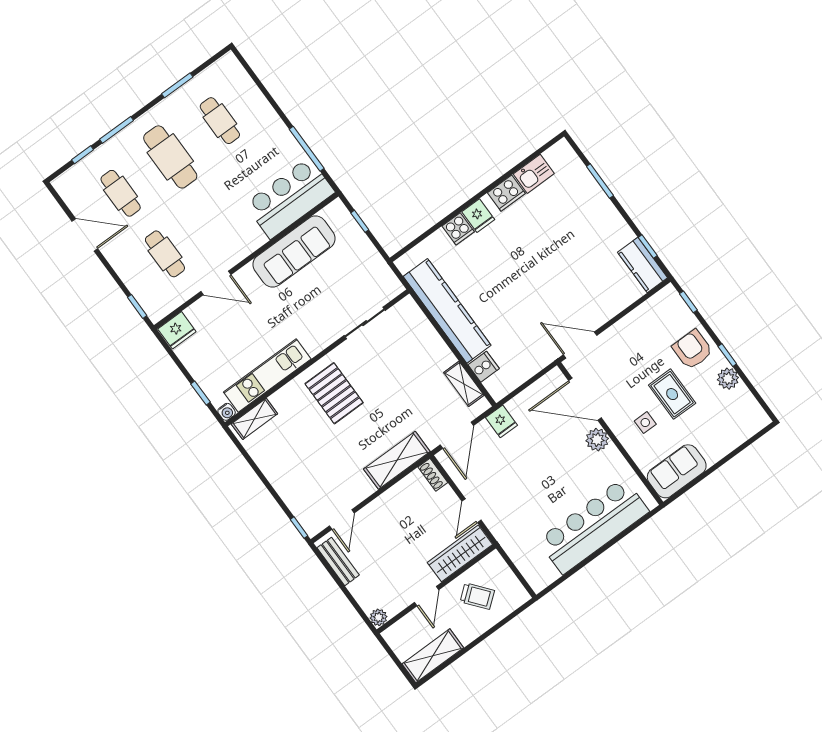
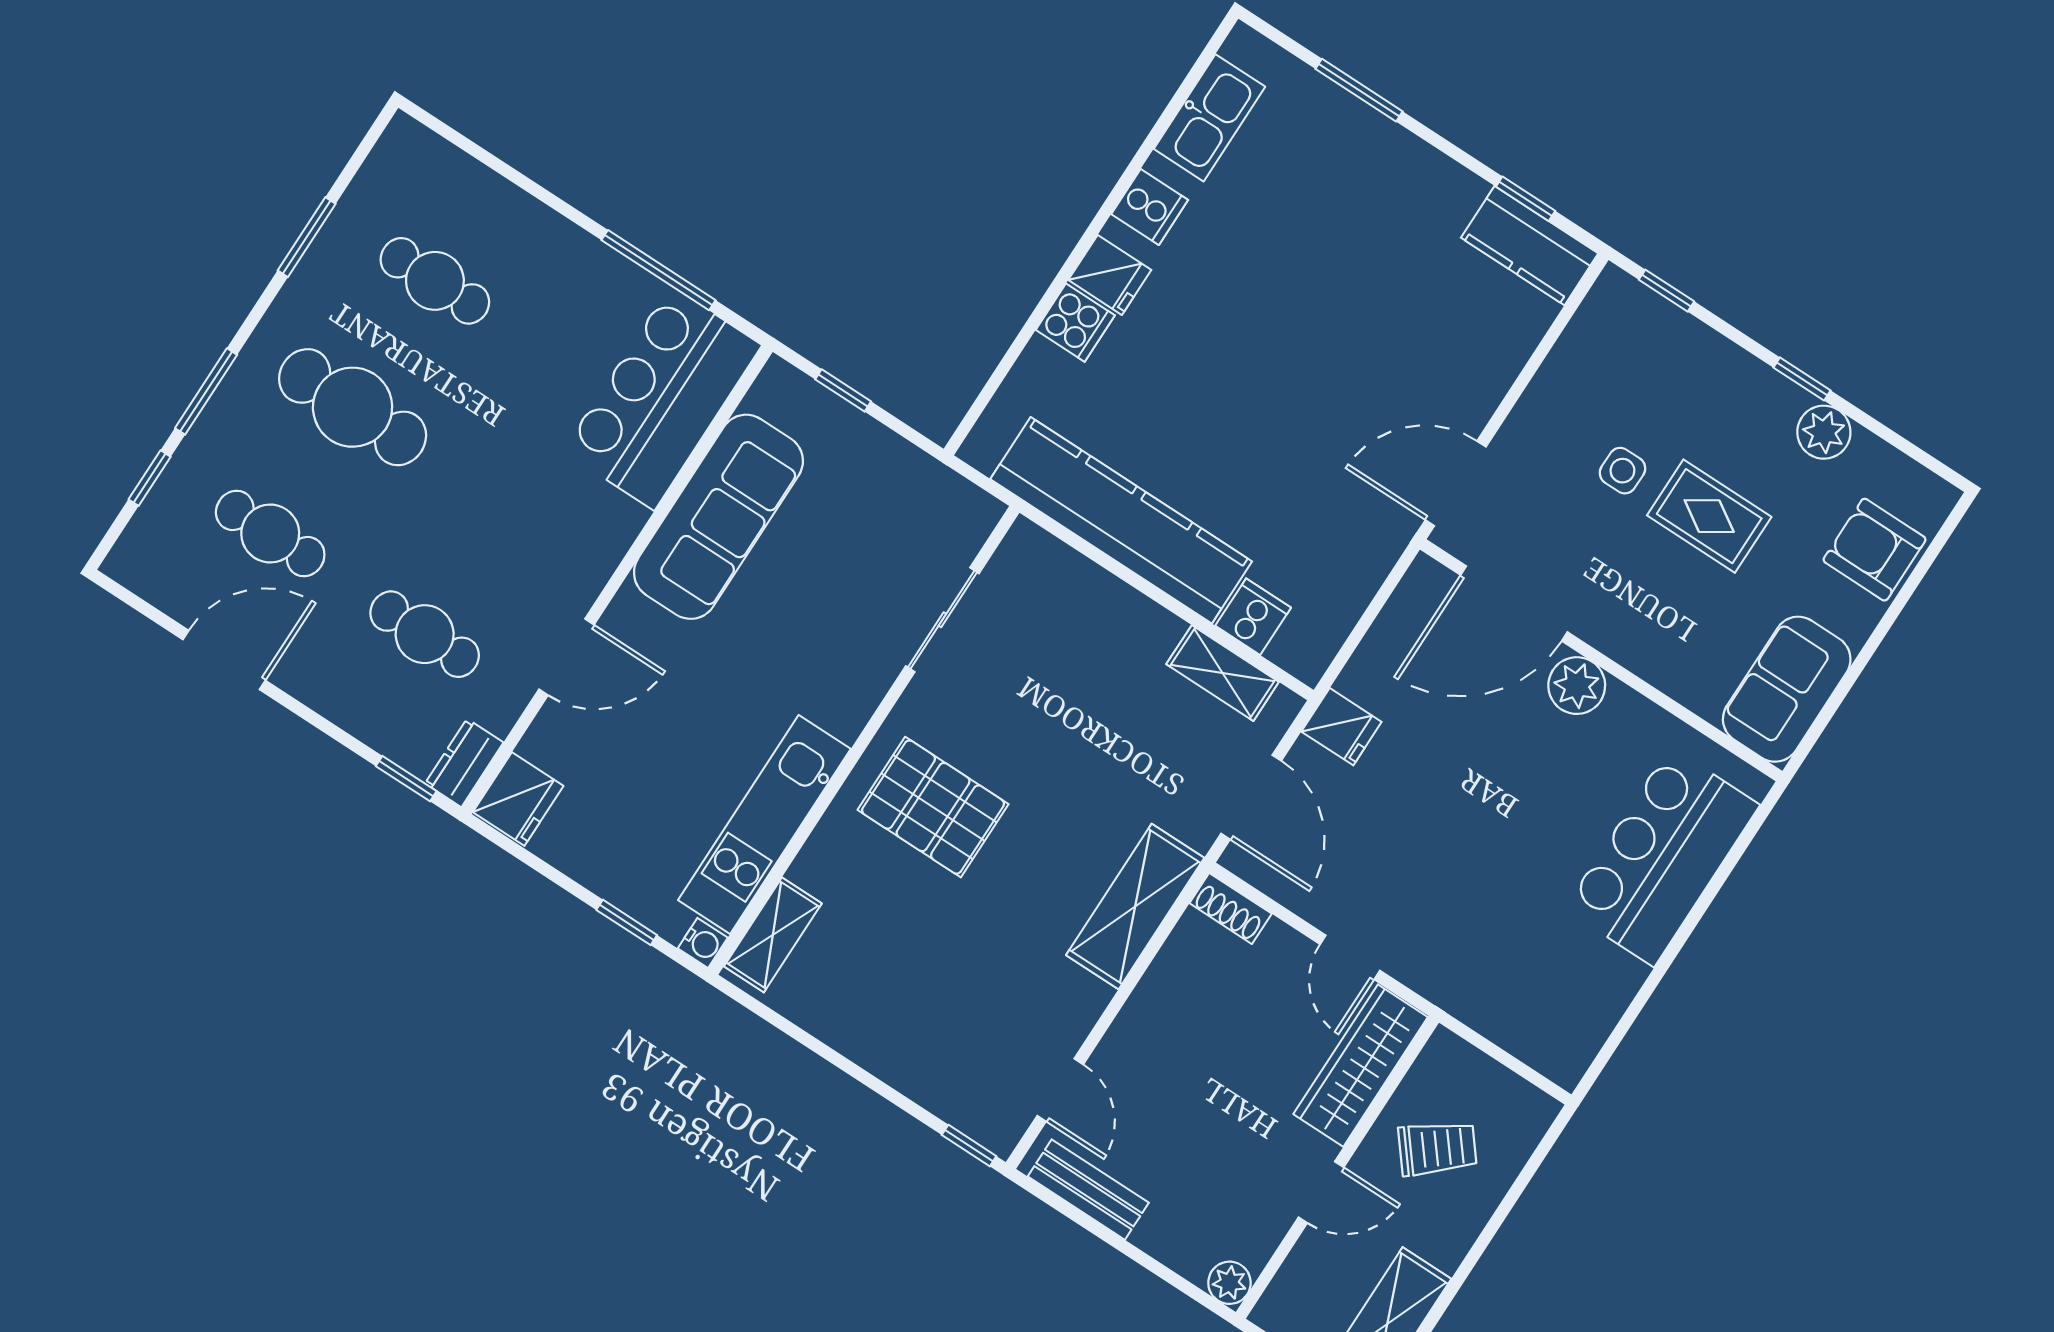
kitchen sink: (534, 174) -> (1209, 118), width x1.38
cooker: (506, 193) -> (1150, 207), width x0.73
dresser: (162, 309) -> (464, 763), added
armchair: (692, 350) -> (1875, 550), moved
side table: (645, 423) -> (1622, 471), moved
bar counter: (593, 526) -> (1662, 857), width x0.73
door: (427, 596) -> (1321, 1192), hinge flipped

